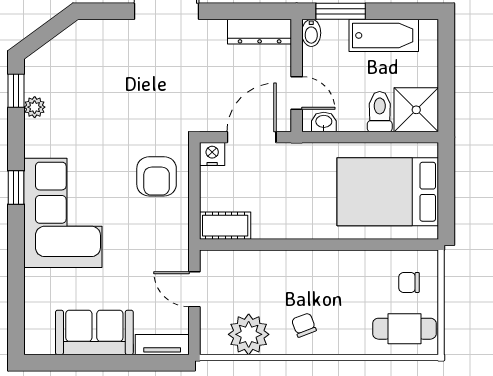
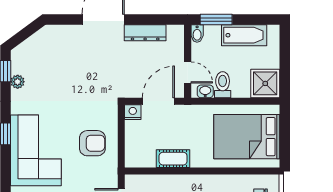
dresser: (260, 32) -> (145, 33), moved
toilet: (380, 112) -> (223, 85), moved
armchair: (157, 176) -> (92, 143), moved, turned -90
cot: (225, 226) -> (173, 159), moved

